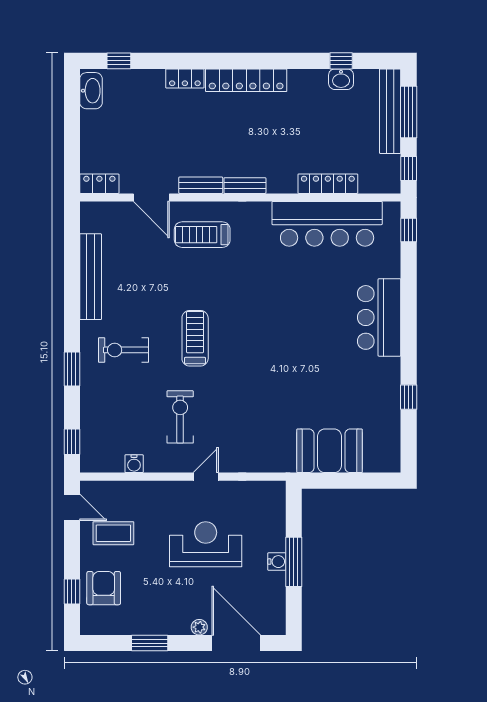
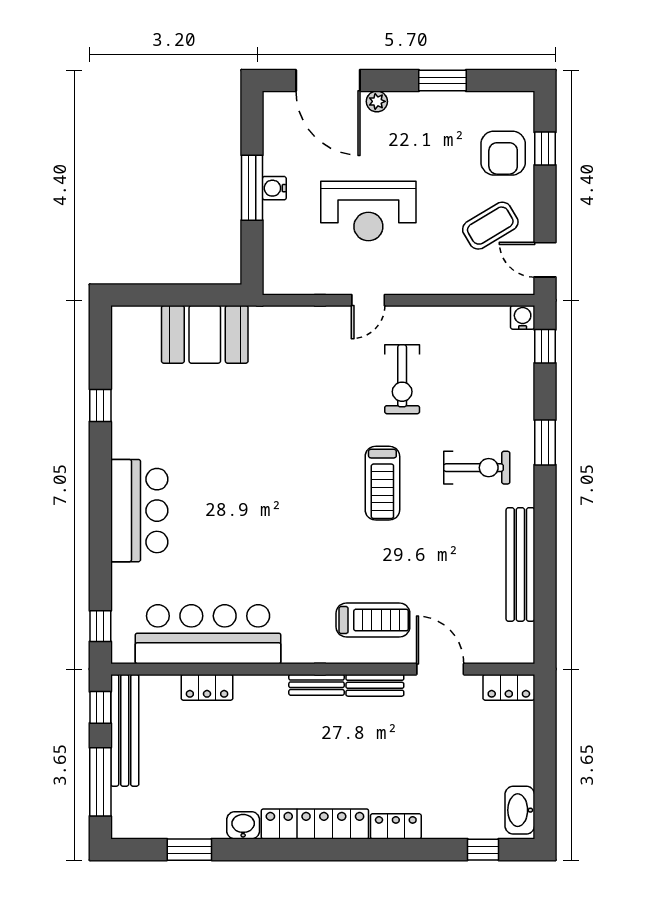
window: (341, 61) -> (189, 850), width x1.50
washbasin: (341, 79) -> (243, 825), moved
bench: (390, 111) -> (125, 730), moved
locker: (328, 184) -> (207, 687), width x0.66
water cooler: (134, 464) -> (523, 317), moved
coffee table: (113, 533) -> (490, 226), turned -31

